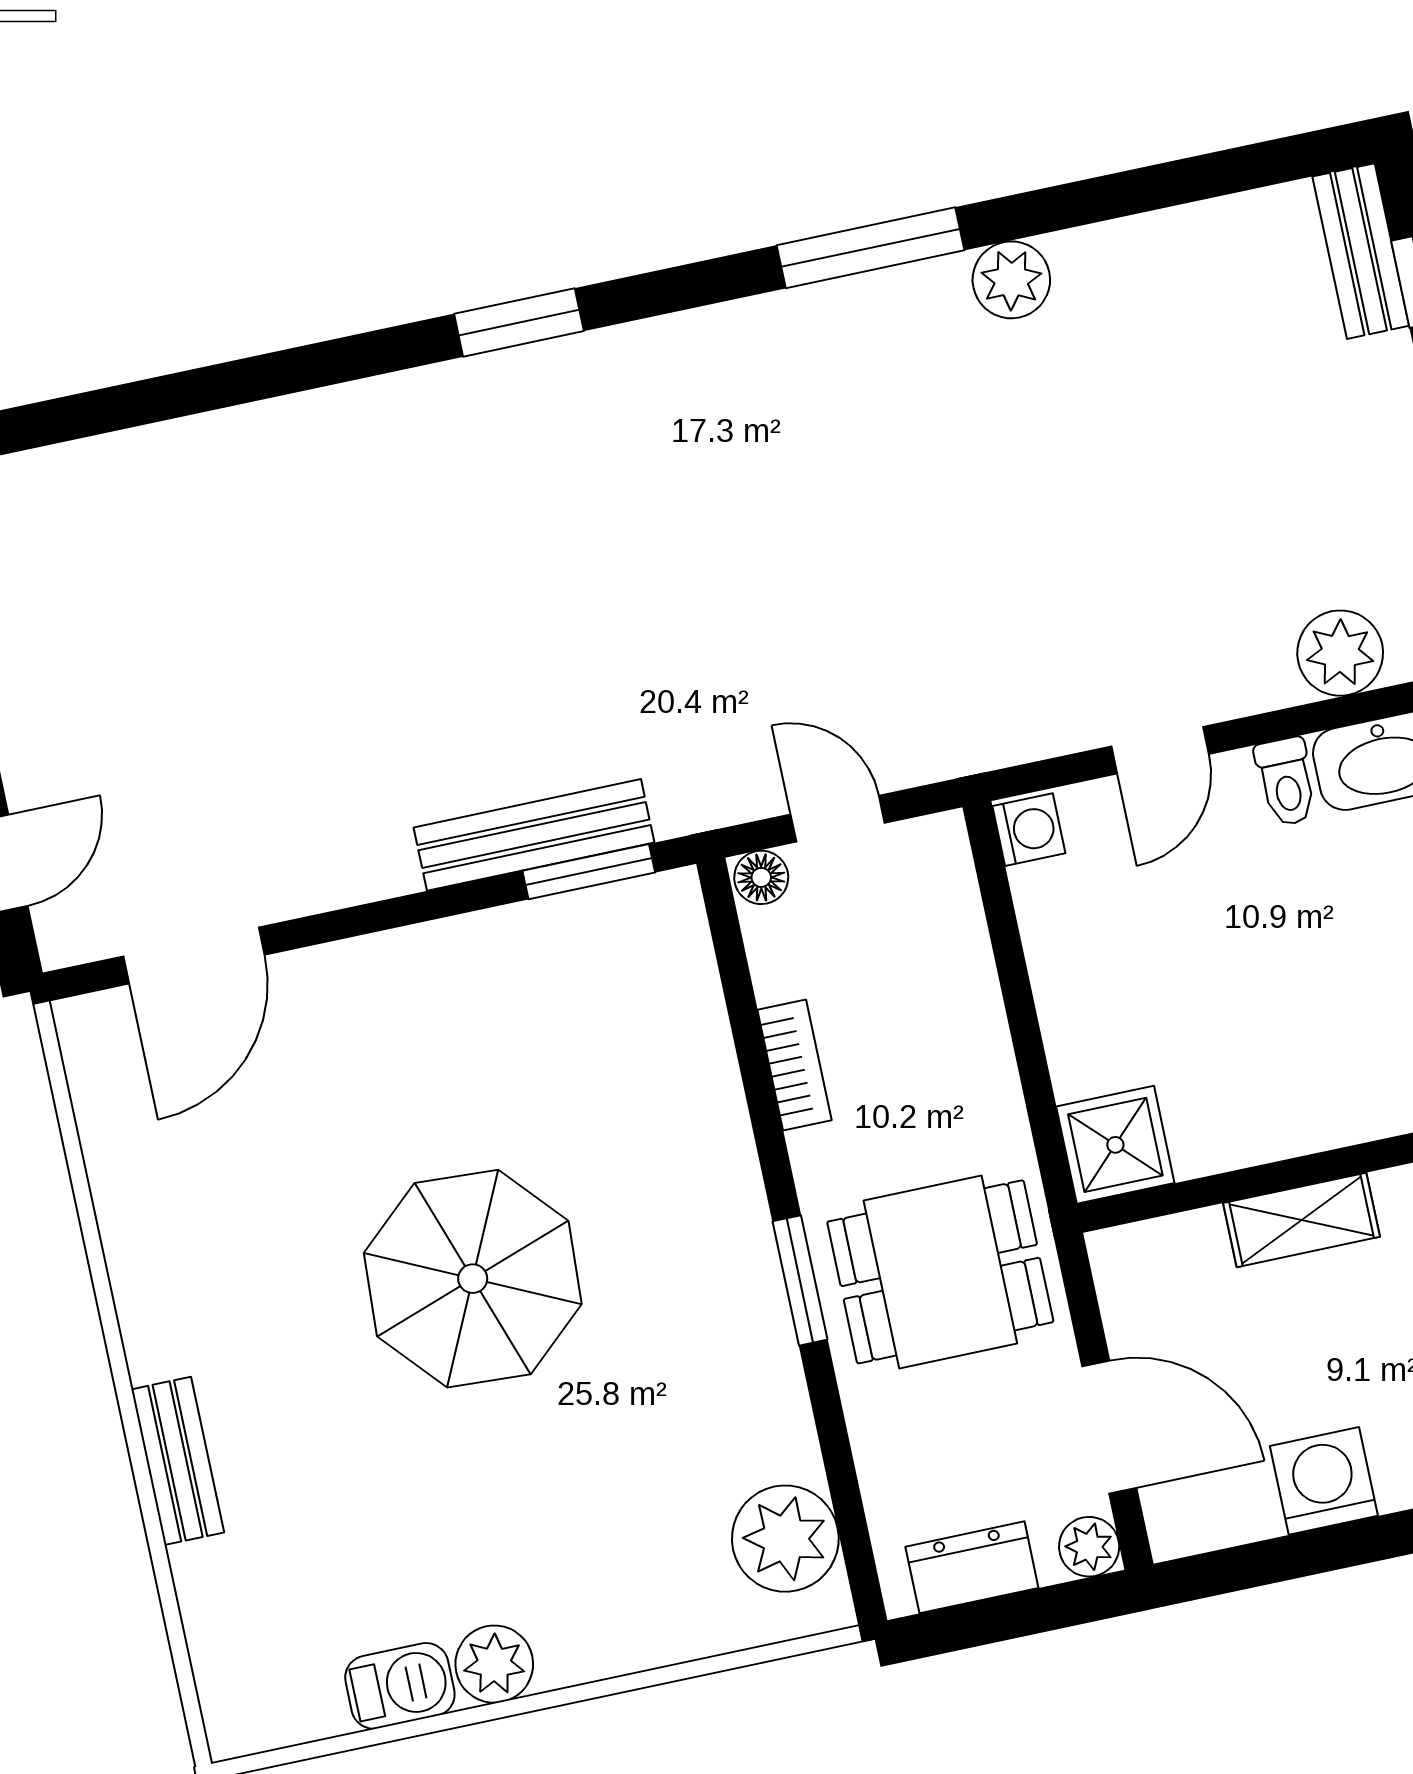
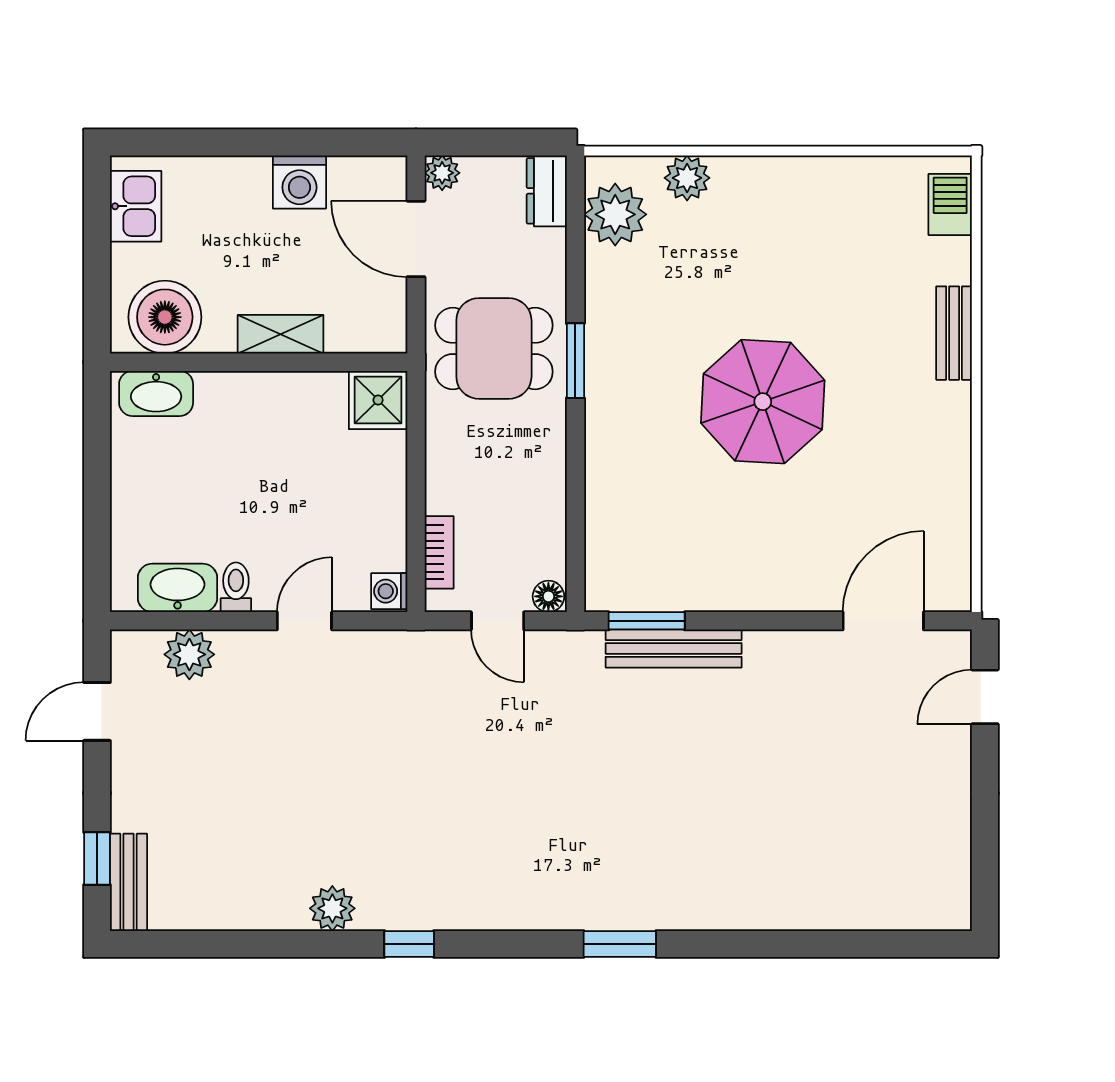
window: (870, 248) -> (409, 944), width x0.46
bookcase: (795, 1065) -> (439, 552), moved, turned 180
dresser: (972, 1567) -> (547, 191), moved, turned 90
plant: (494, 1664) -> (687, 178), moved
barbecue: (400, 1686) -> (950, 205), moved, turned 90

